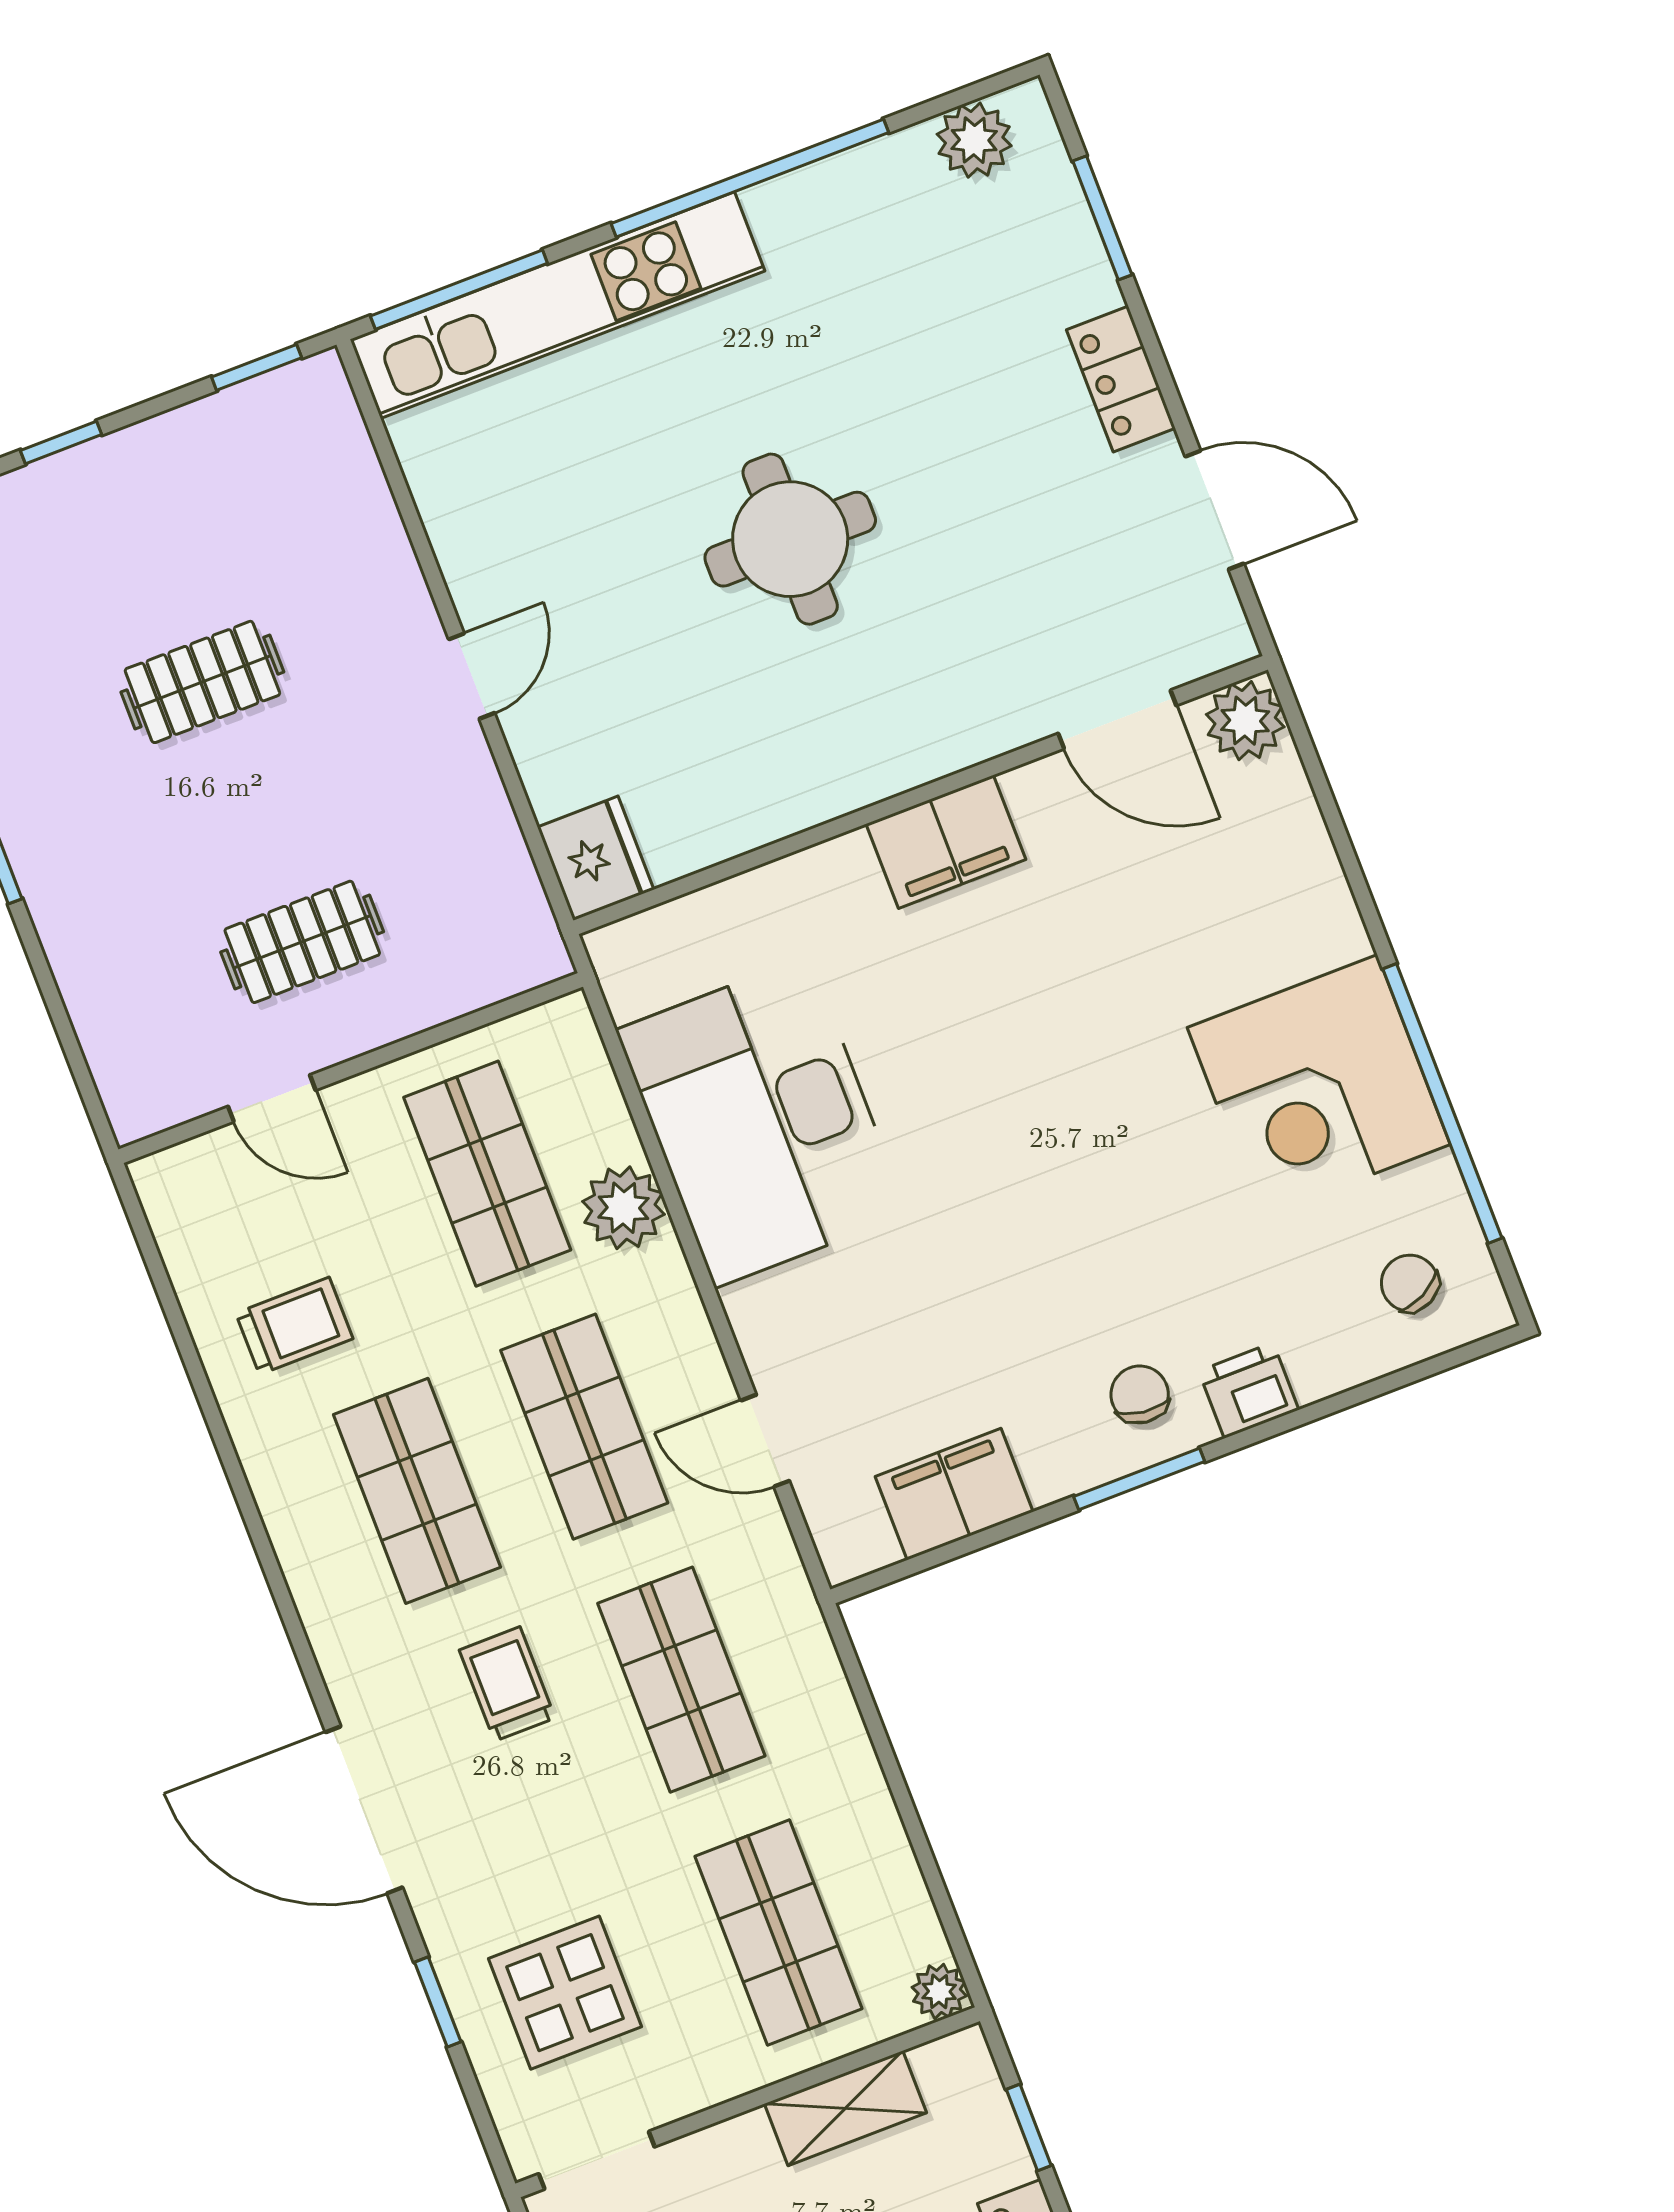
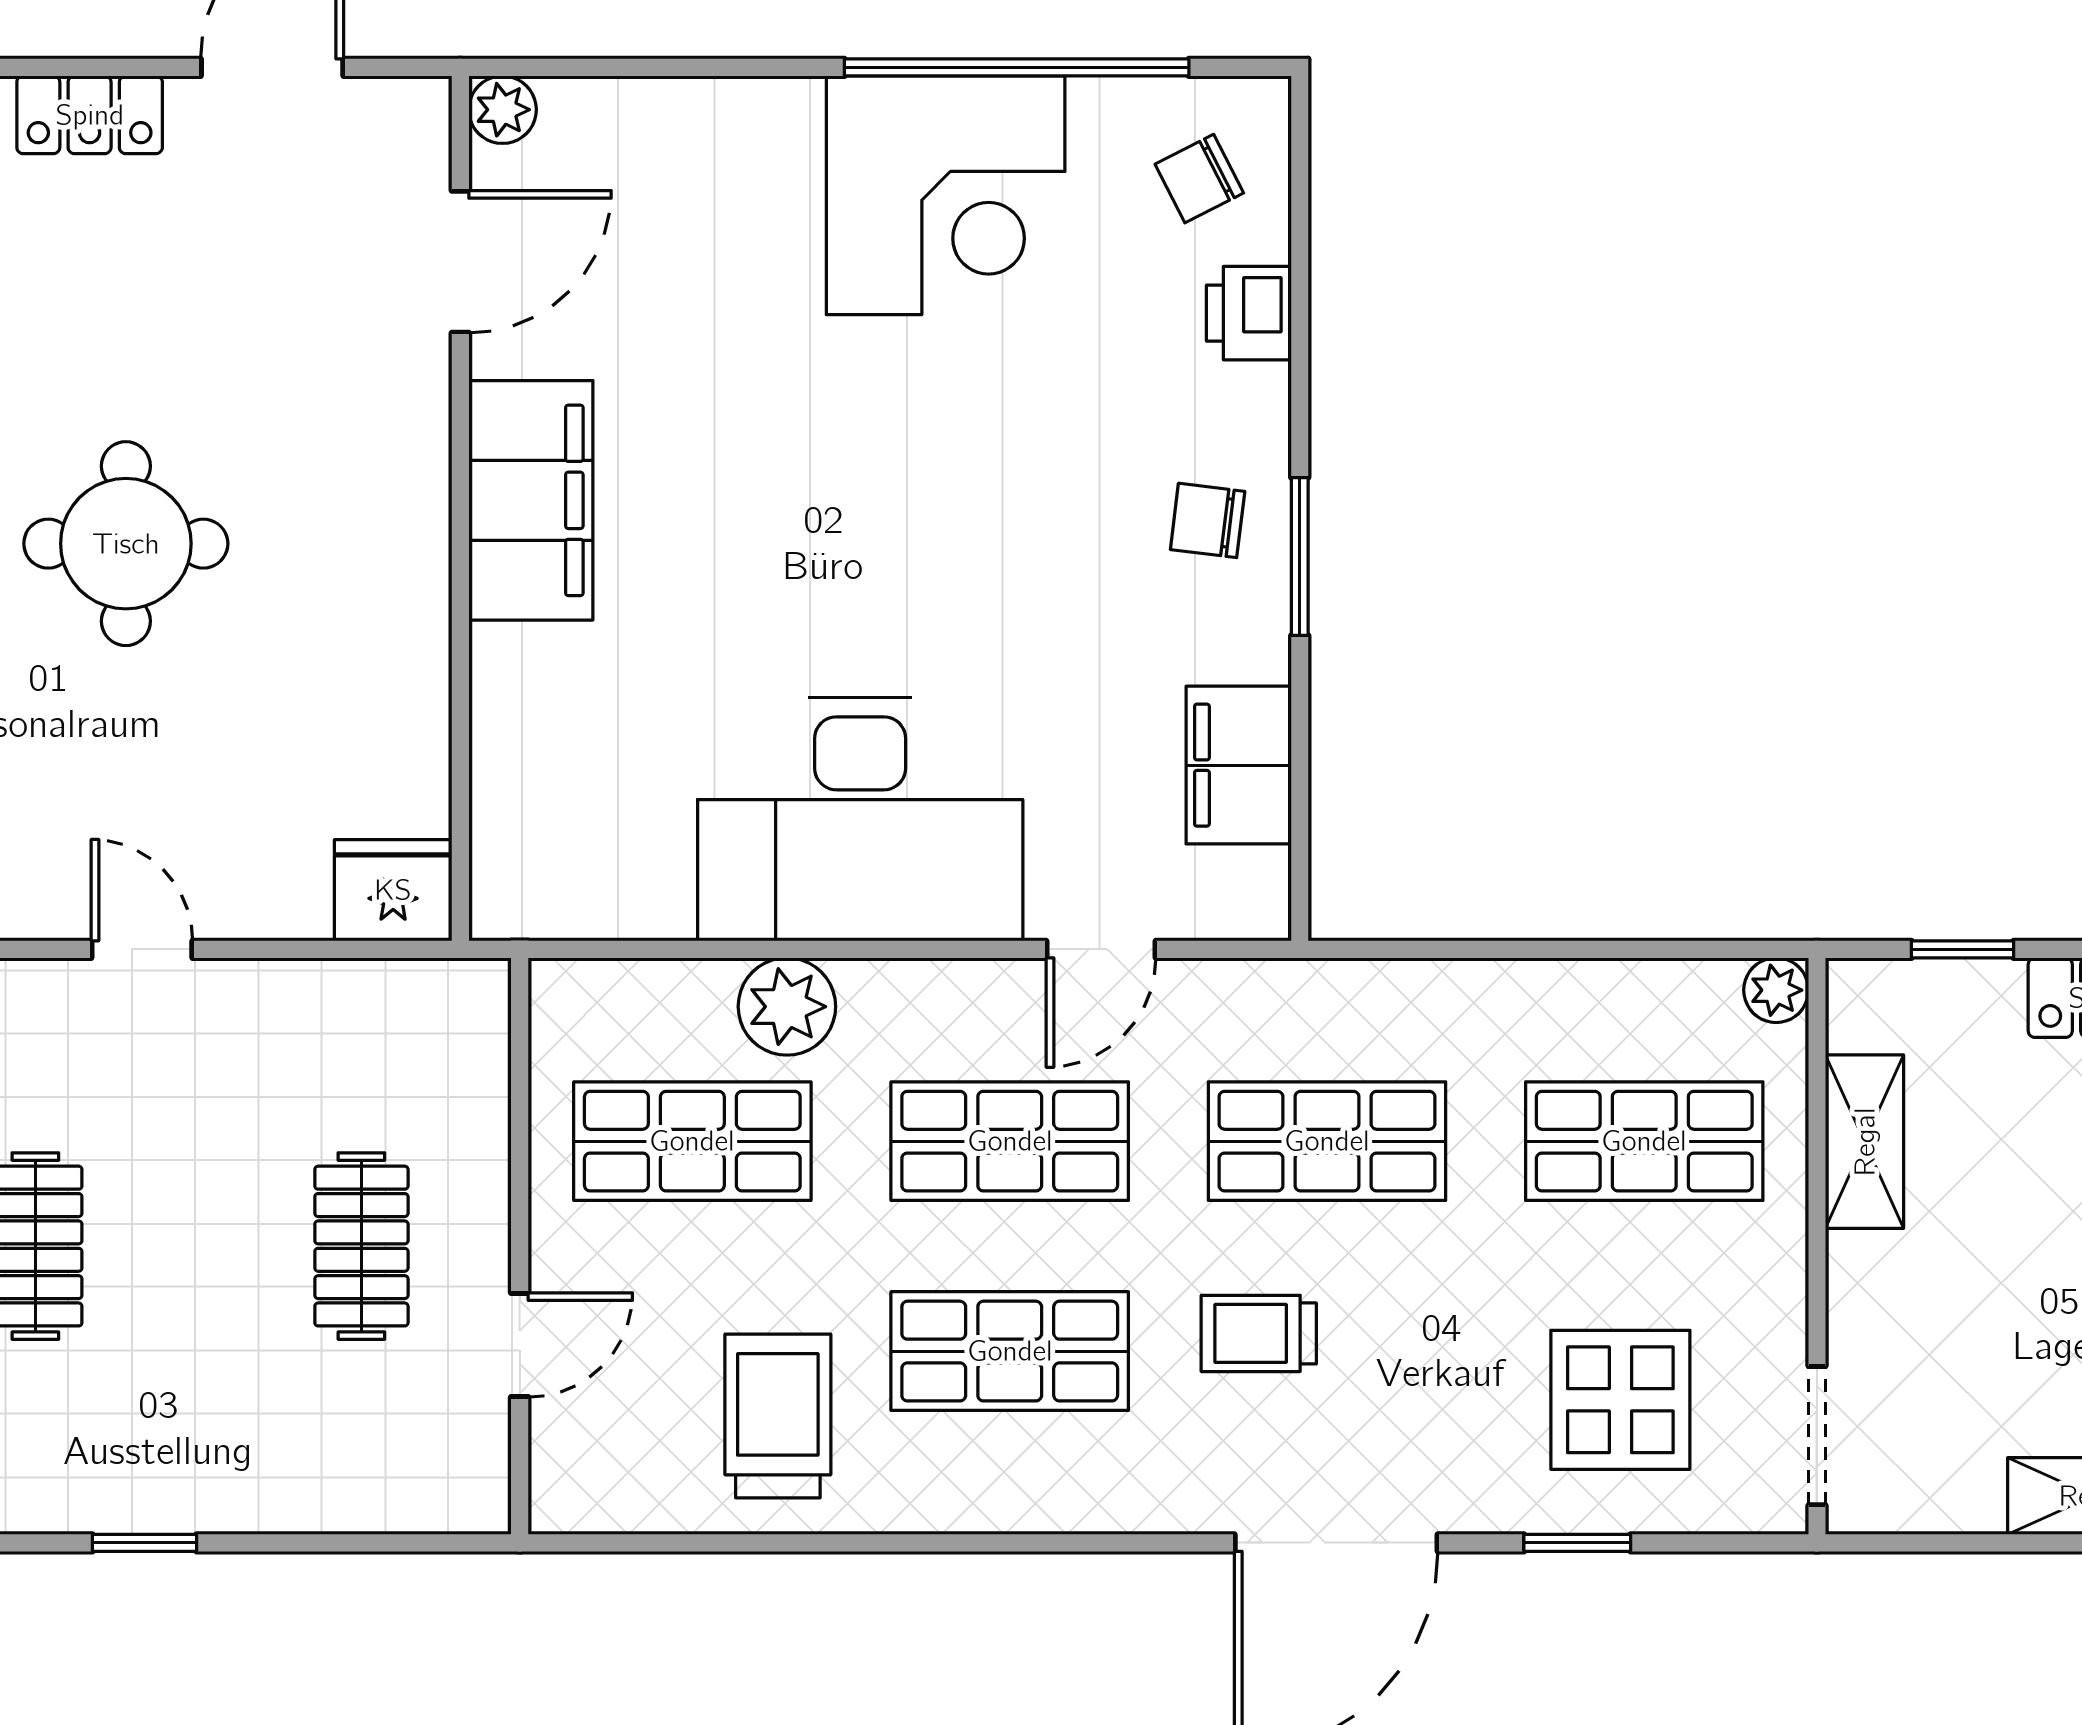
plant: (1245, 721) -> (503, 110), width x0.73, depth x0.73
filing cabinet: (946, 842) -> (531, 500), width x1.50, depth x1.17
desk: (762, 1122) -> (860, 819), moved
trolley: (294, 1326) -> (778, 1416), width x1.36, depth x1.39
printer: (1249, 1390) -> (1249, 313), moved

